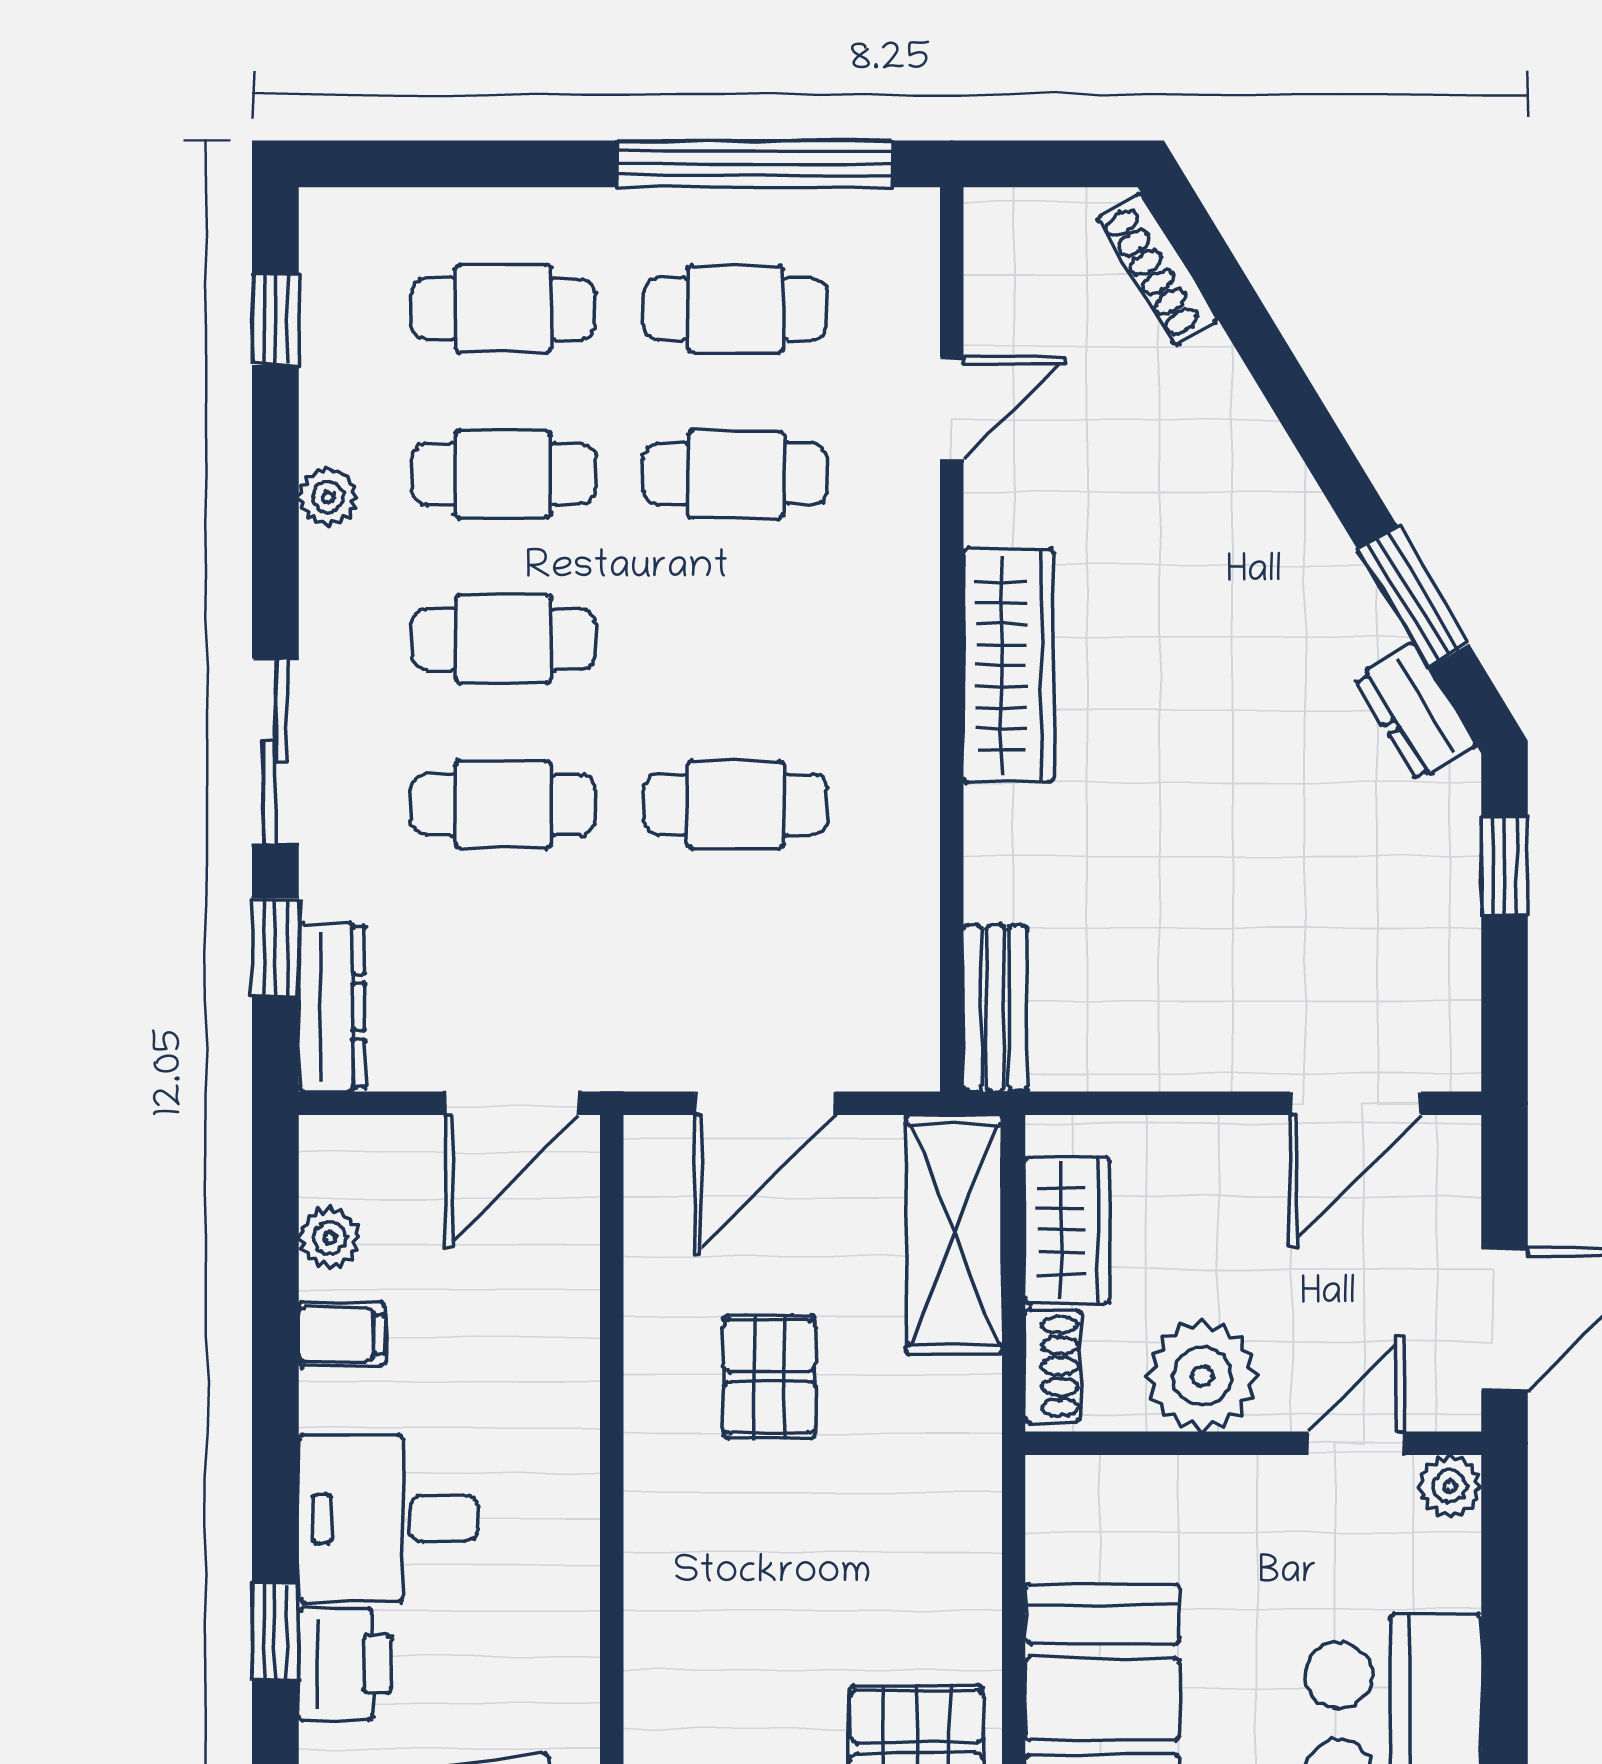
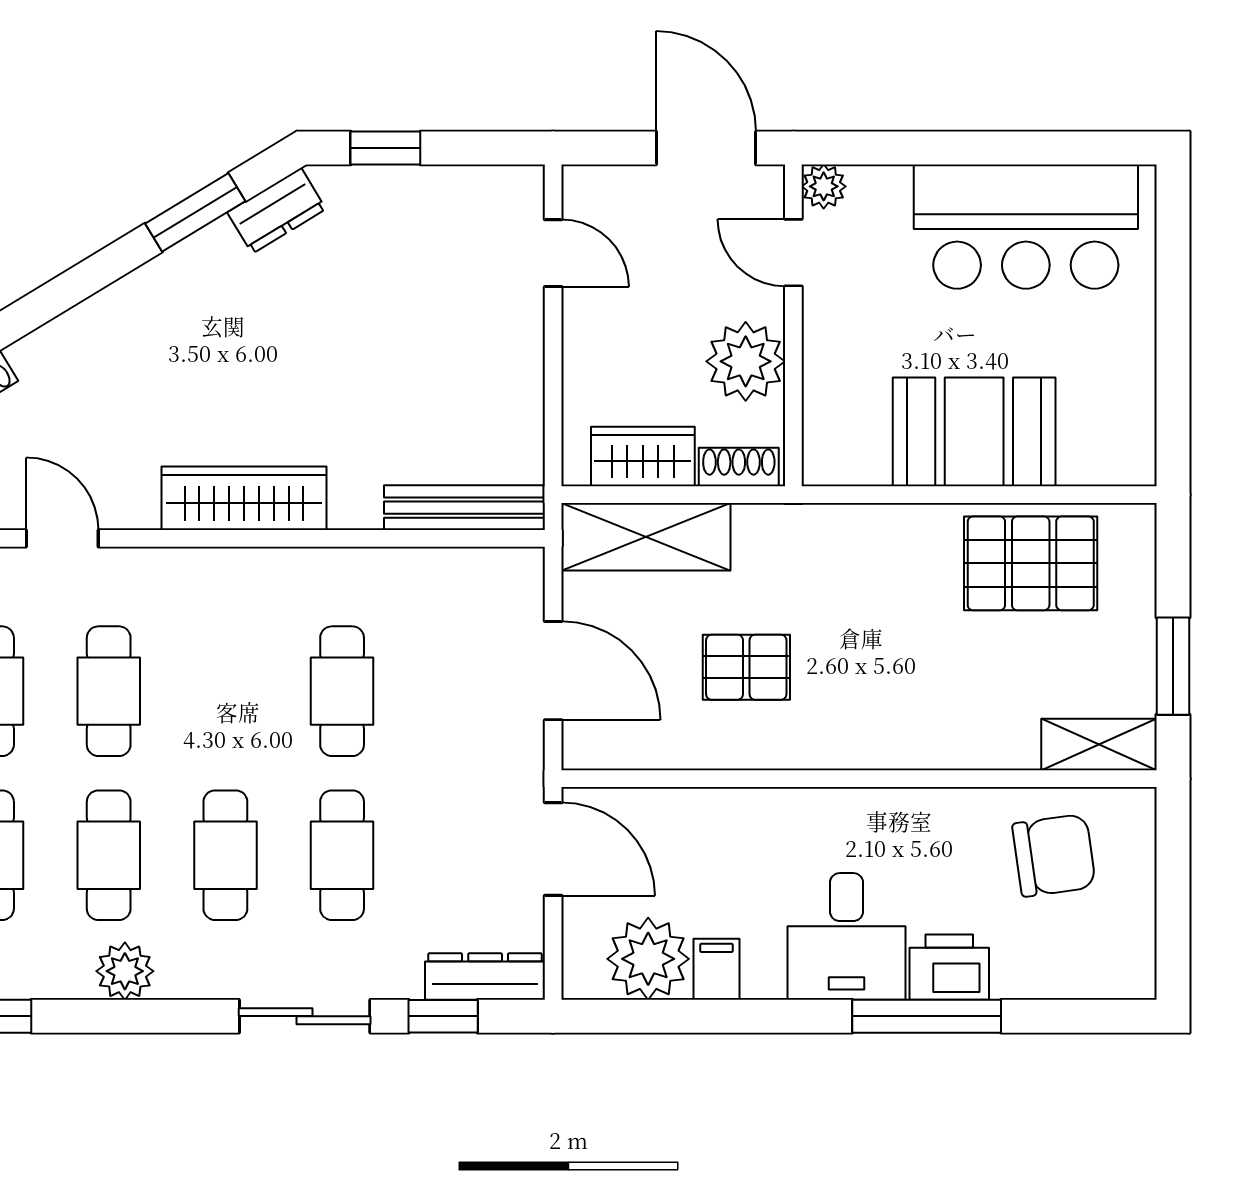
plant: (328, 497) -> (125, 971), width x1.38, depth x1.38
bench: (995, 1008) -> (464, 508), width x1.36
door: (1356, 1103) -> (553, 253), width x0.73
plant: (330, 1238) -> (648, 959), width x1.88, depth x1.88
window: (275, 1632) -> (927, 1016), width x2.17

